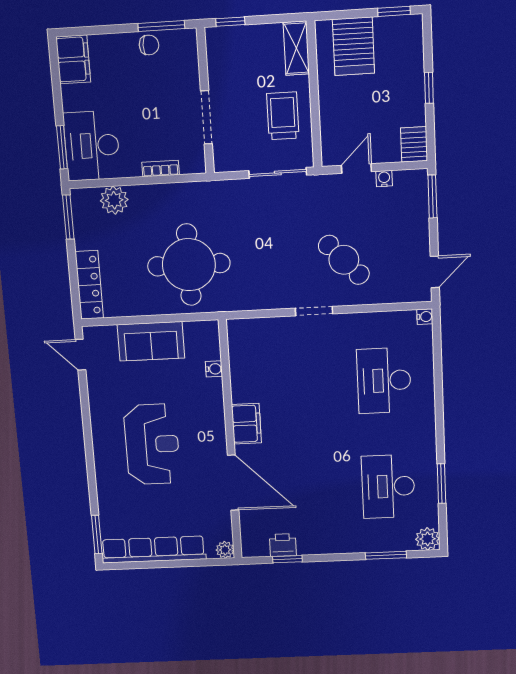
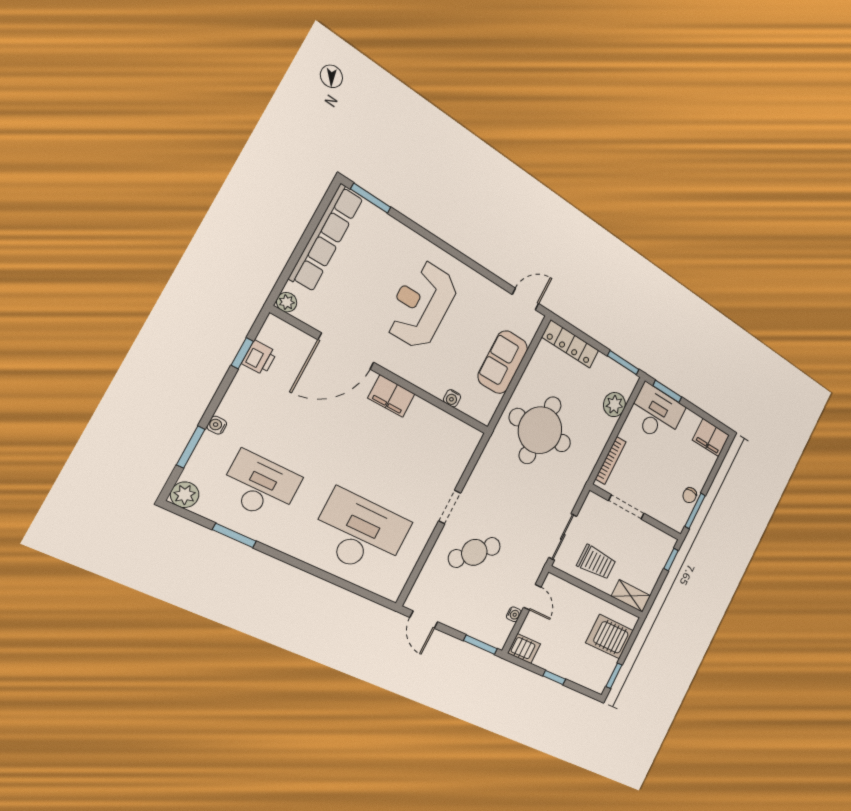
bookcase: (161, 168) -> (611, 460), width x1.56
water cooler: (425, 317) -> (217, 425), moved, turned 90
desk: (384, 380) -> (360, 533), width x1.36, depth x1.30
reception desk: (152, 444) -> (421, 305), turned 90

